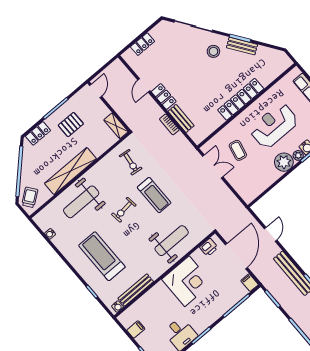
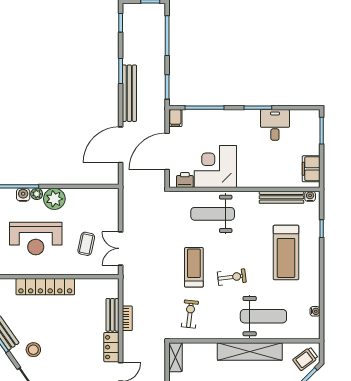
door: (271, 234) -> (121, 145), width x1.88
corner desk: (187, 281) -> (215, 166), moved
filing cabinet: (136, 329) -> (311, 169), width x2.00

